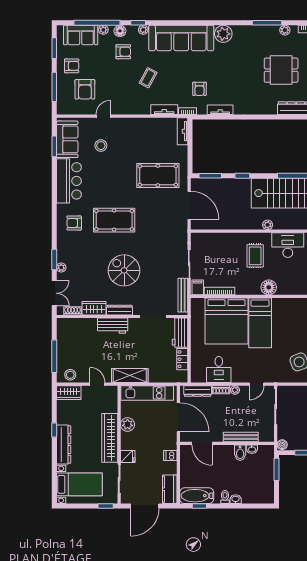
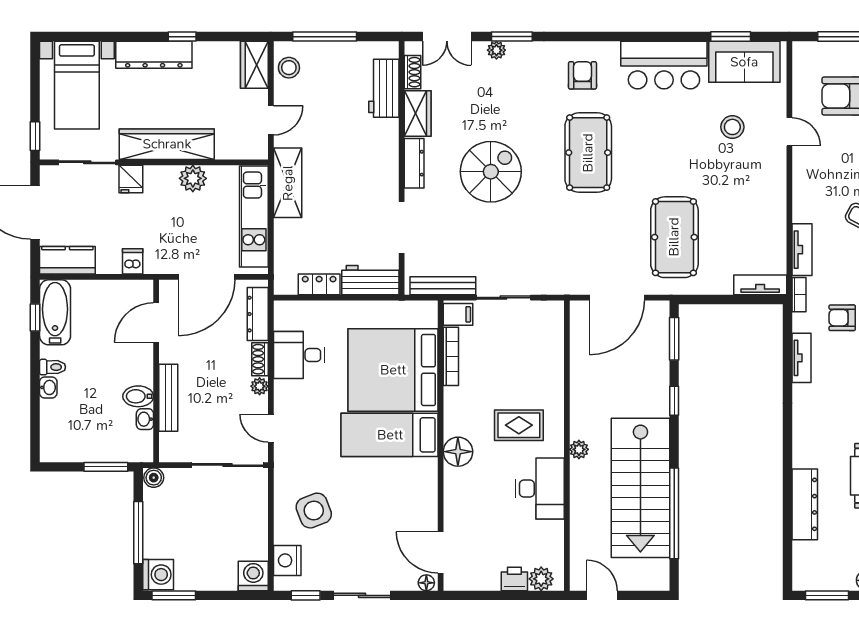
workbench: (113, 326) -> (384, 88), moved

